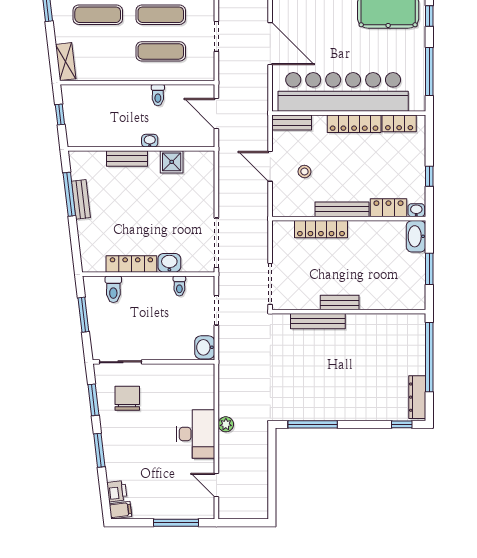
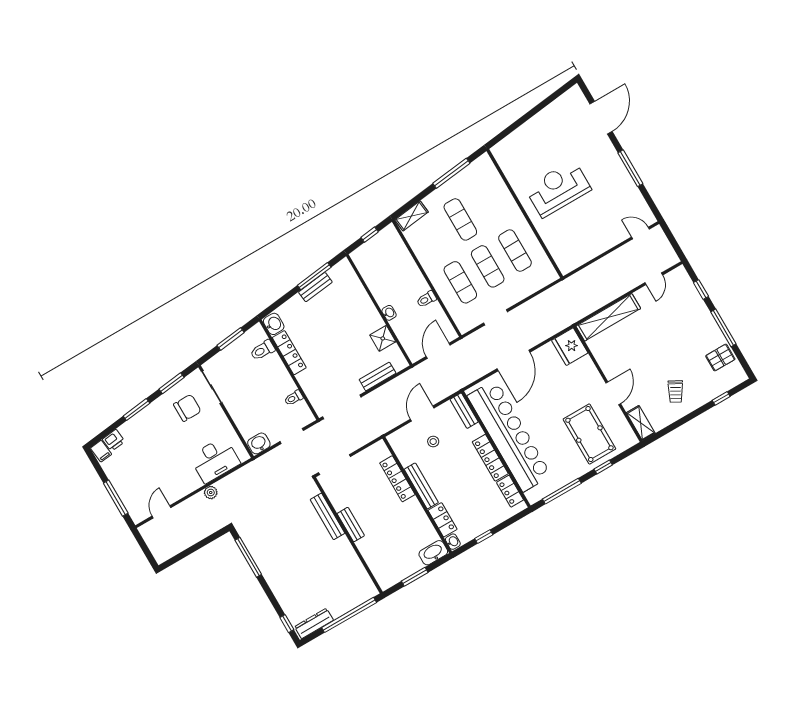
bench: (127, 158) -> (378, 376), moved, turned 90
washbasin: (169, 263) -> (274, 324), moved
desk: (195, 434) -> (215, 460), moved

